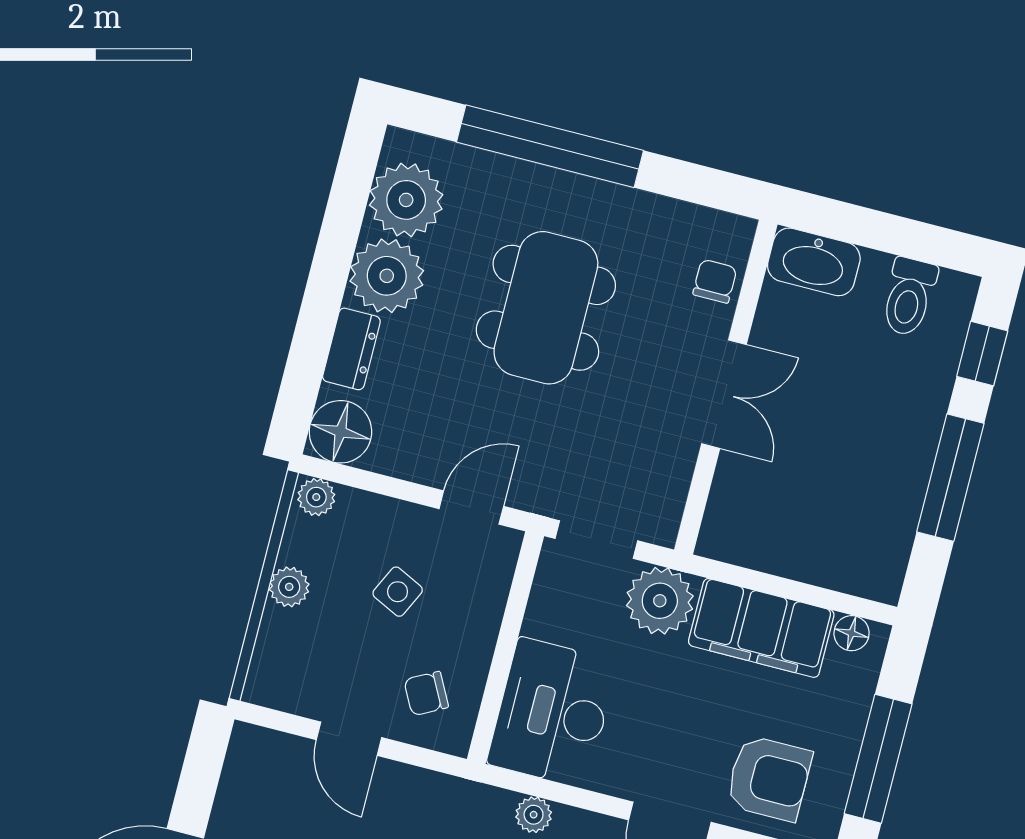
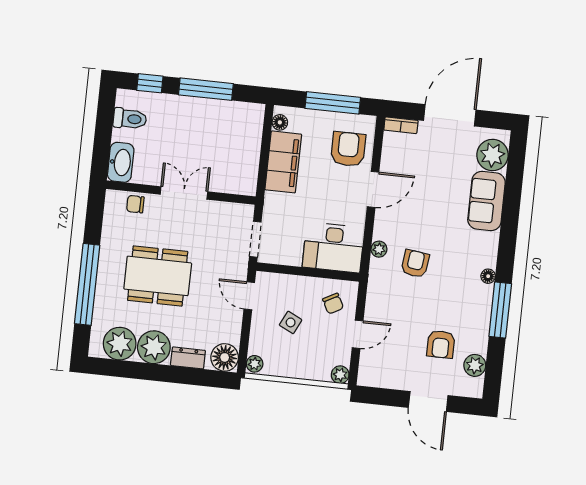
plant: (289, 587) -> (340, 375), moved
plant: (660, 601) -> (278, 208), removed

